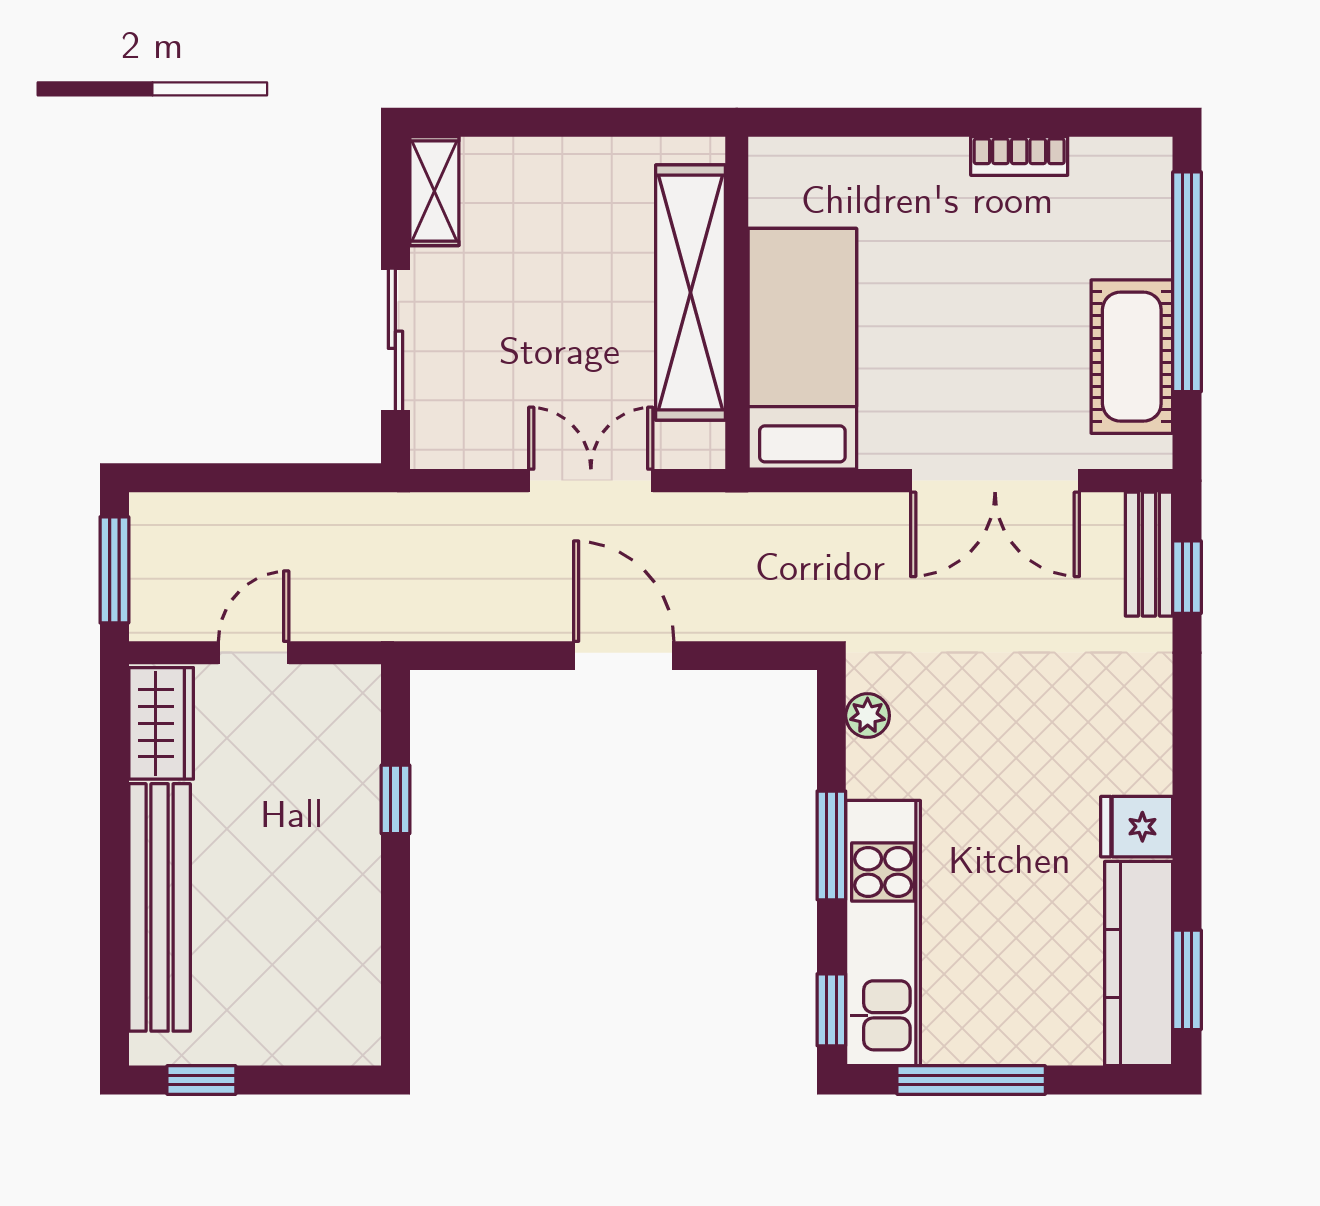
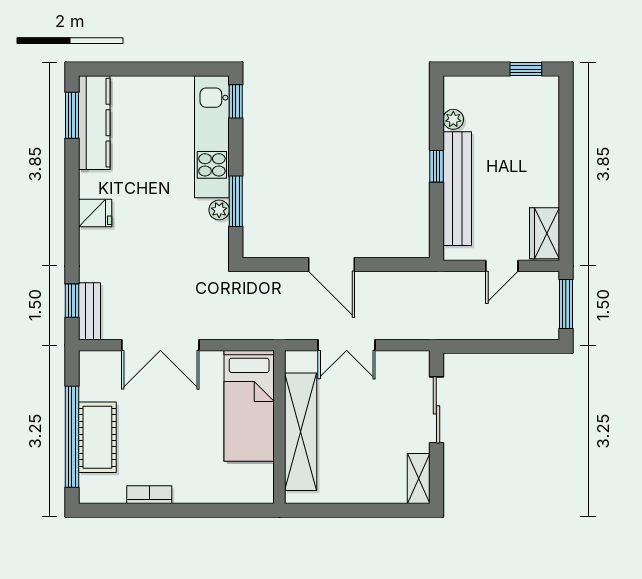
cot: (1132, 357) -> (97, 437), moved
double door: (995, 481) -> (160, 345), swing flipped
plant: (868, 716) -> (219, 210), moved
window: (395, 799) -> (436, 166), moved
fridge: (1137, 827) -> (95, 213), moved
window: (831, 845) -> (236, 201), moved
bench: (160, 907) -> (457, 189), moved
plant: (359, 971) -> (453, 119), added
window: (971, 1080) -> (171, 69), removed

